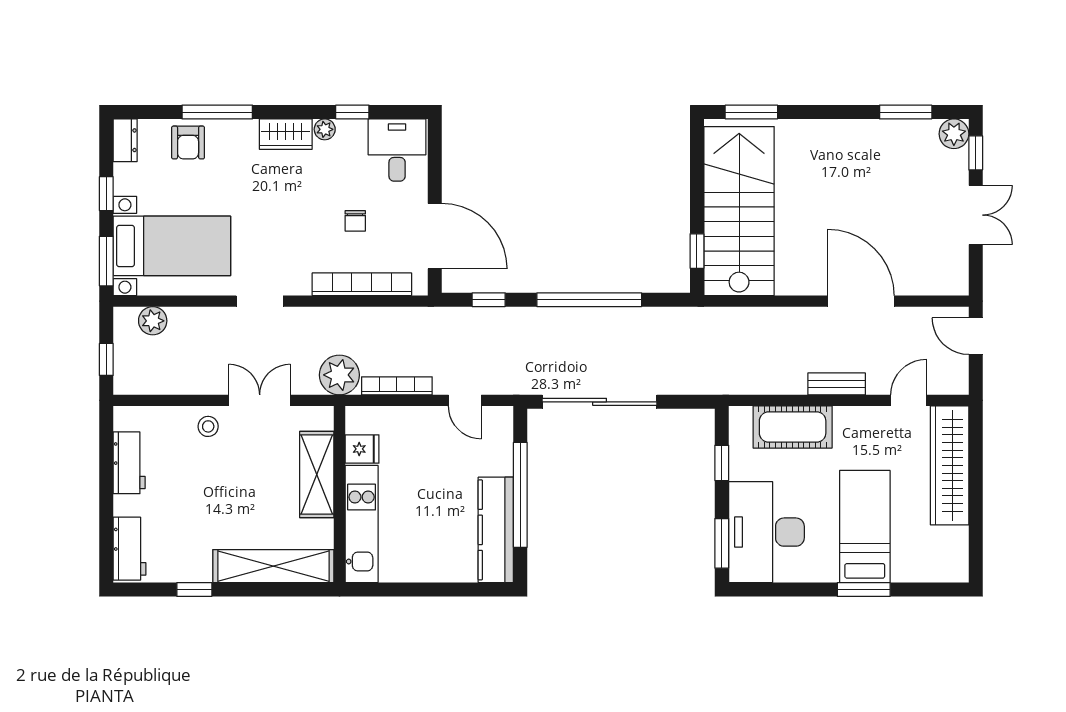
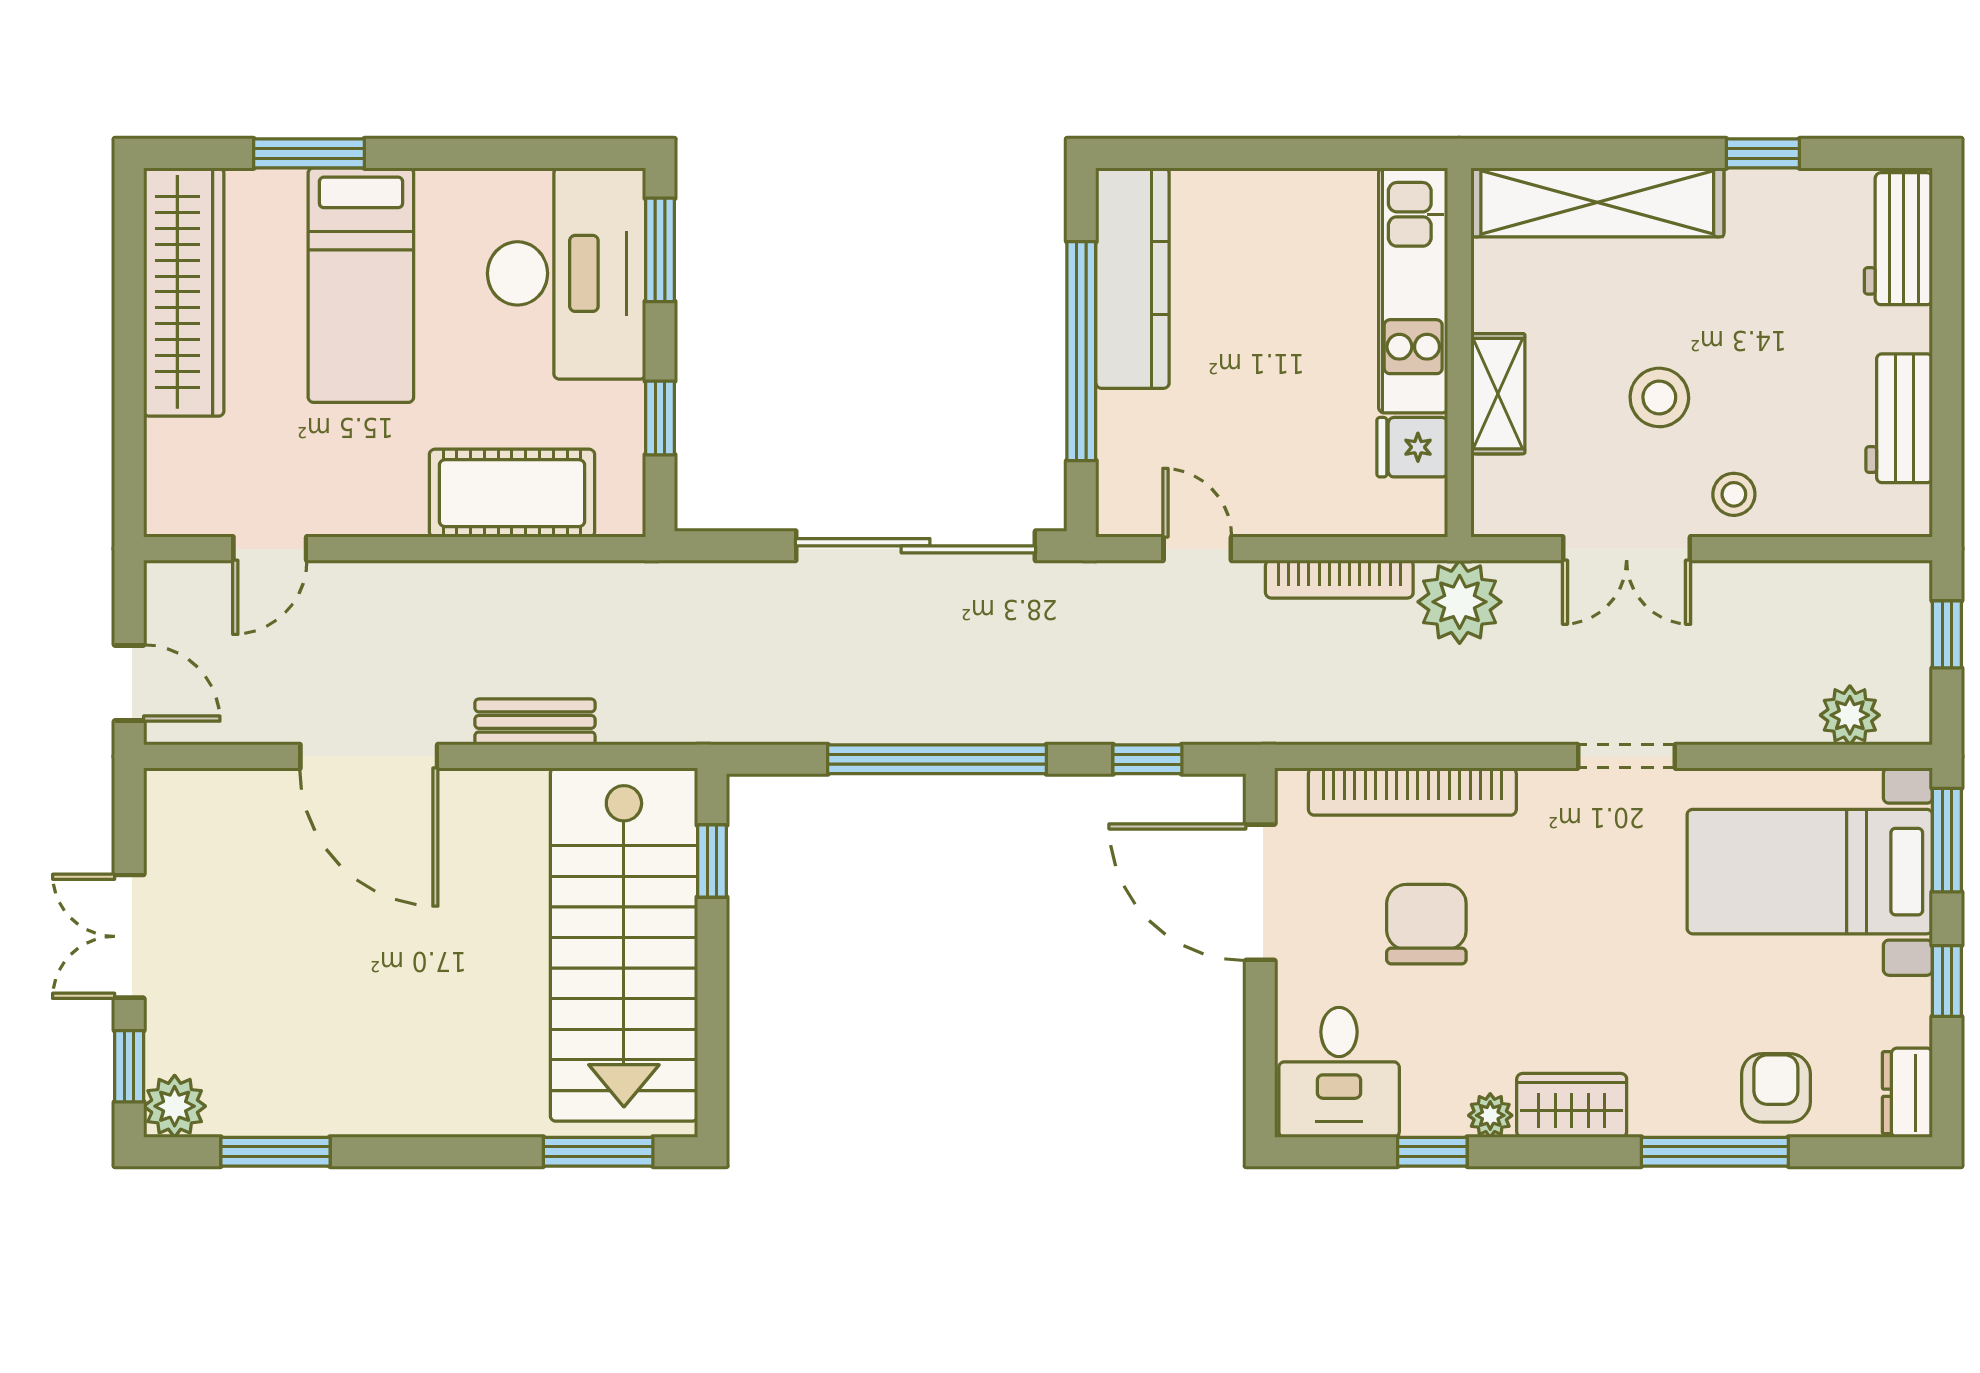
chair: (355, 221) -> (1426, 924), width x1.87, depth x1.87
bench: (837, 384) -> (535, 722), moved
wardrobe: (950, 465) -> (184, 292), moved
stool: (244, 473) -> (1659, 397), added
shelving: (317, 475) -> (1498, 394), width x0.67, depth x0.75
window: (864, 590) -> (309, 153), moved

